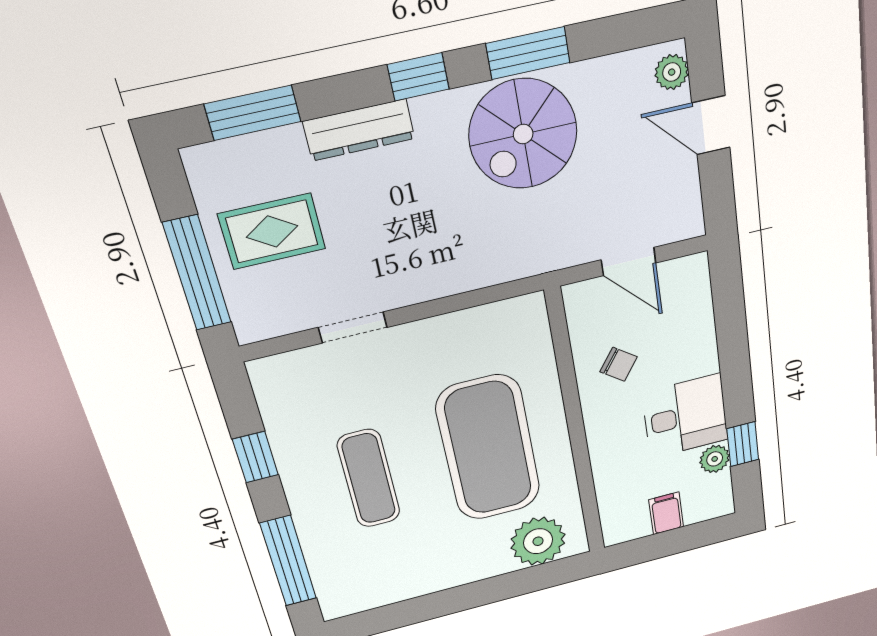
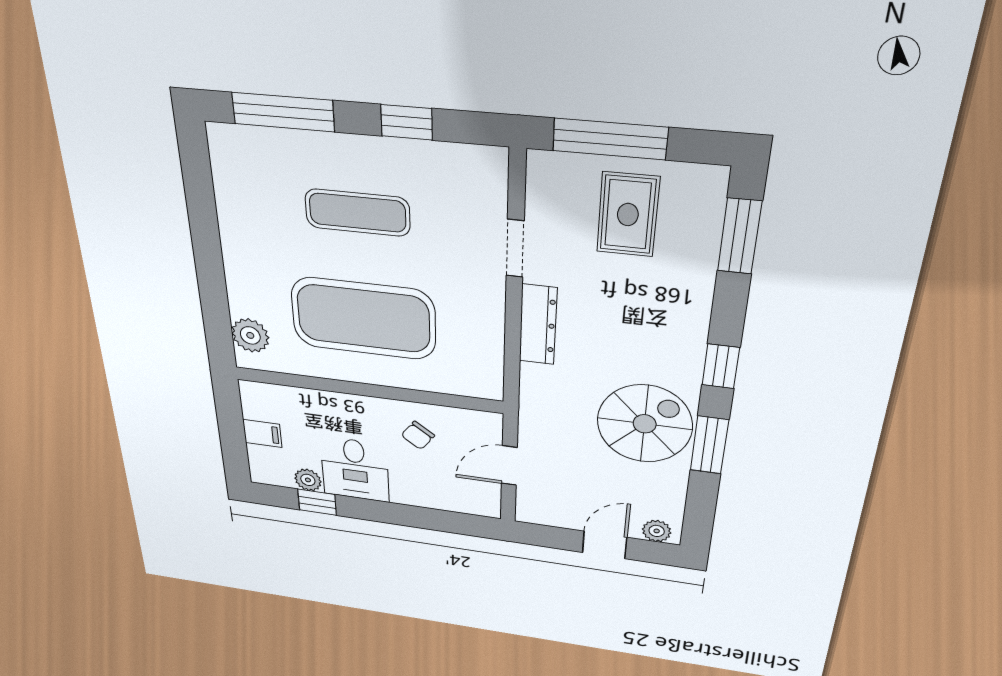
dresser: (359, 130) -> (538, 325), moved, turned 180
spiral stairs: (523, 134) -> (645, 424), turned 90
plant: (538, 541) -> (250, 335), width x0.73, depth x0.73

